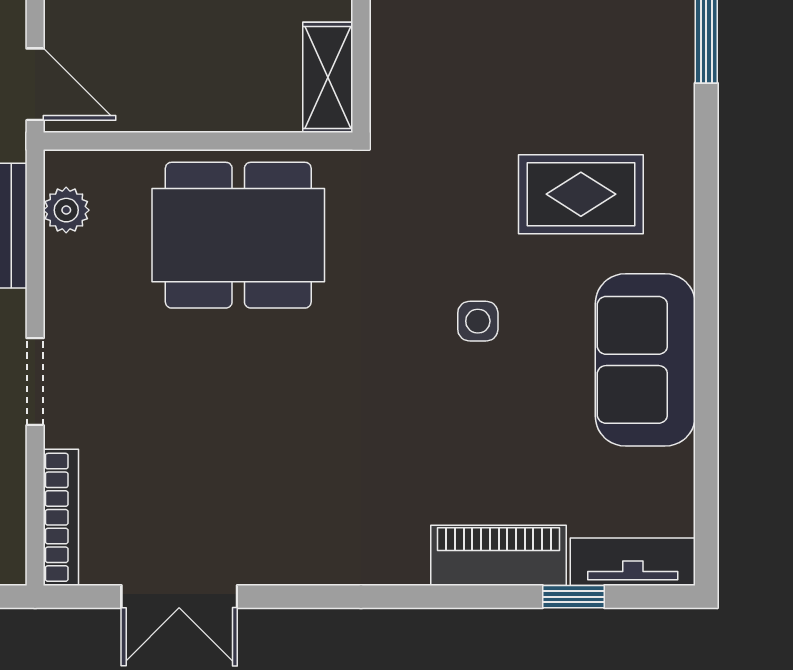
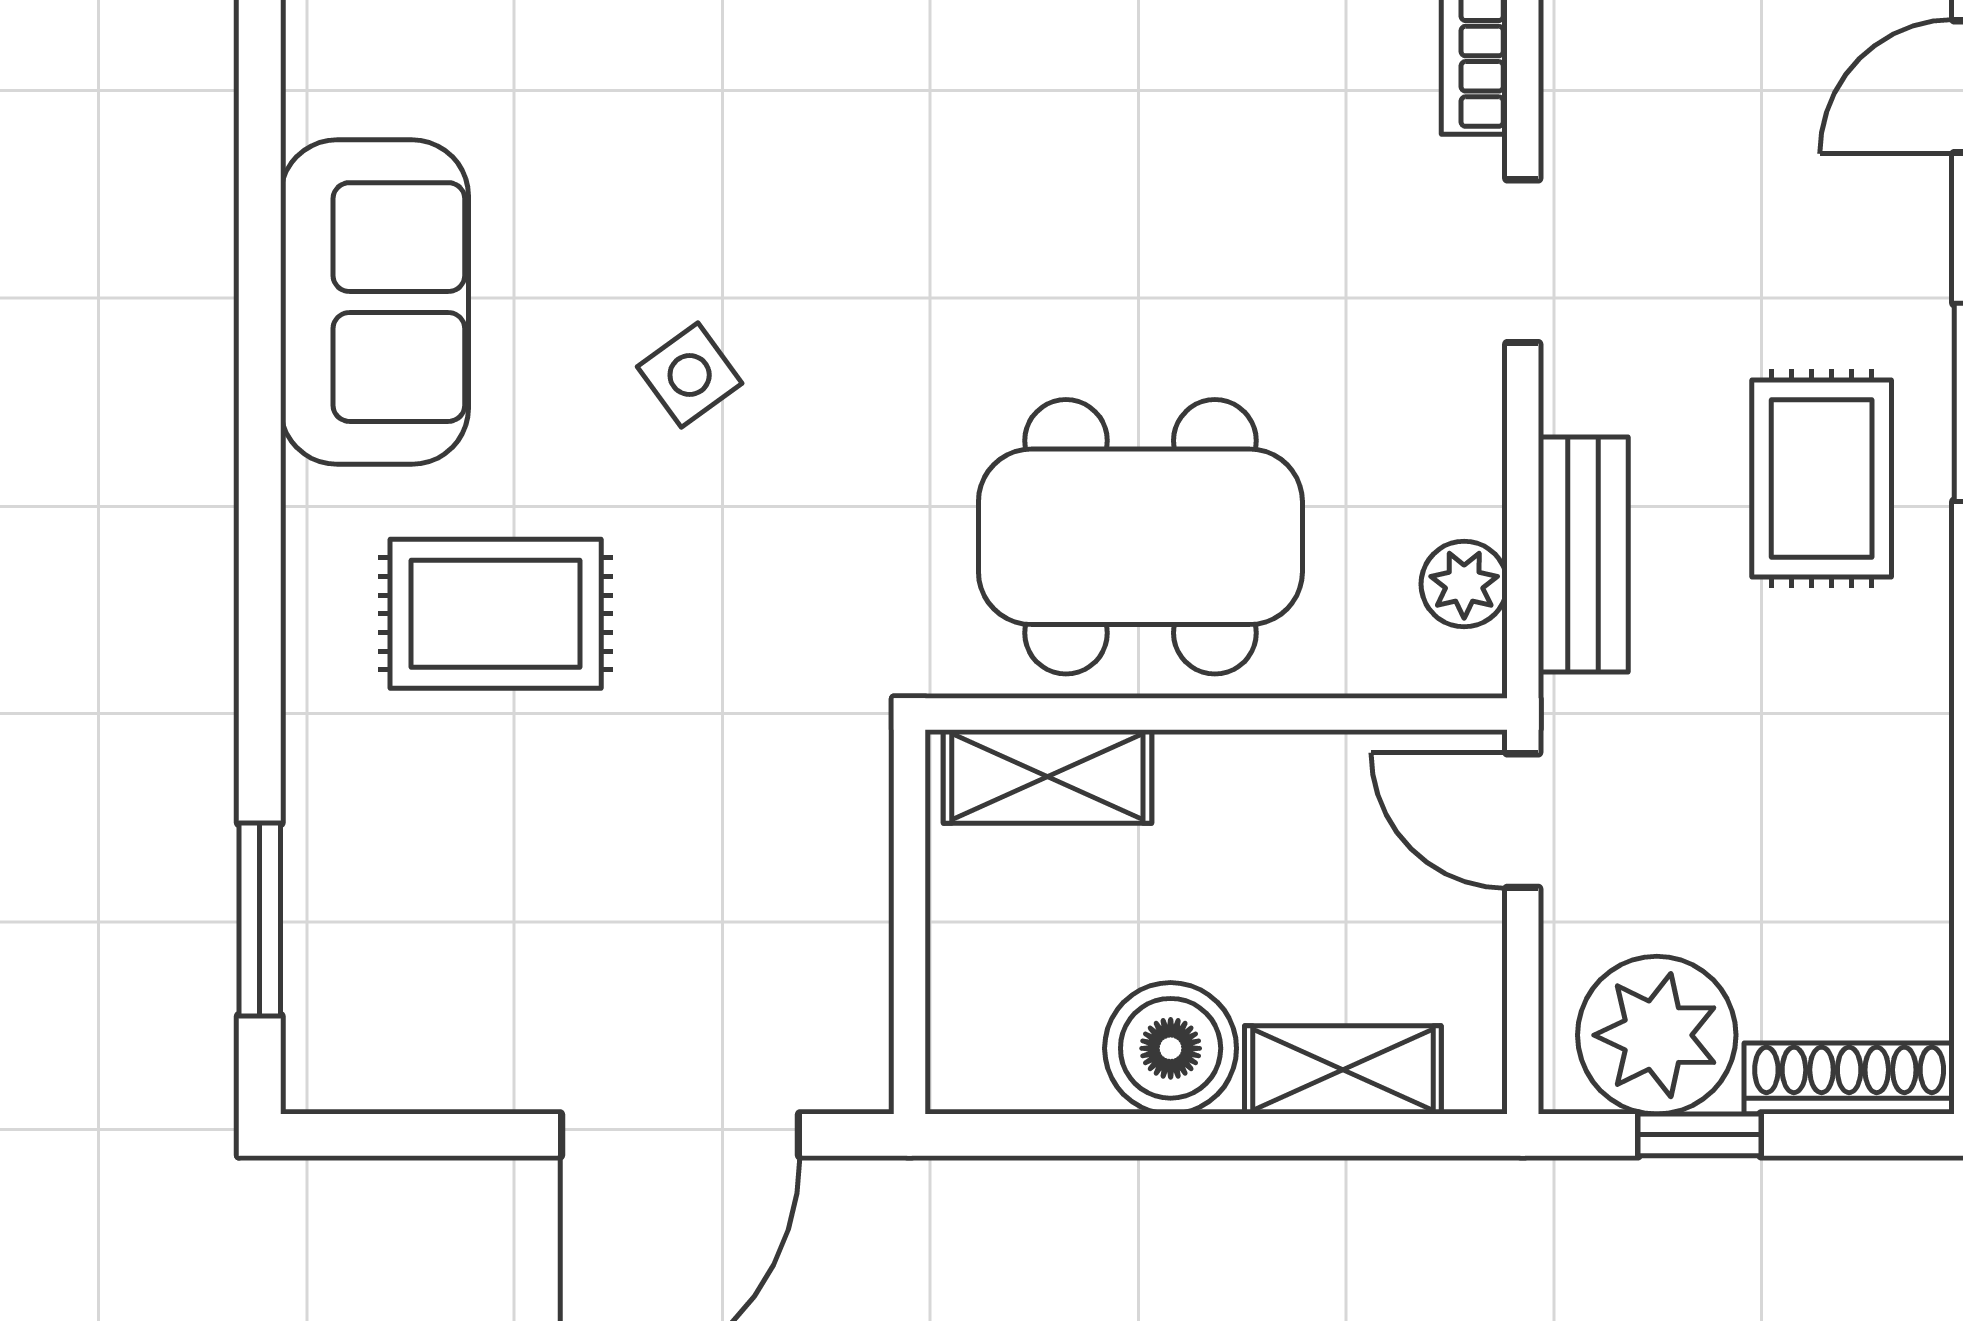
shelving: (328, 77) -> (1047, 776), moved, turned 90
side table: (478, 321) -> (690, 375), turned -36

